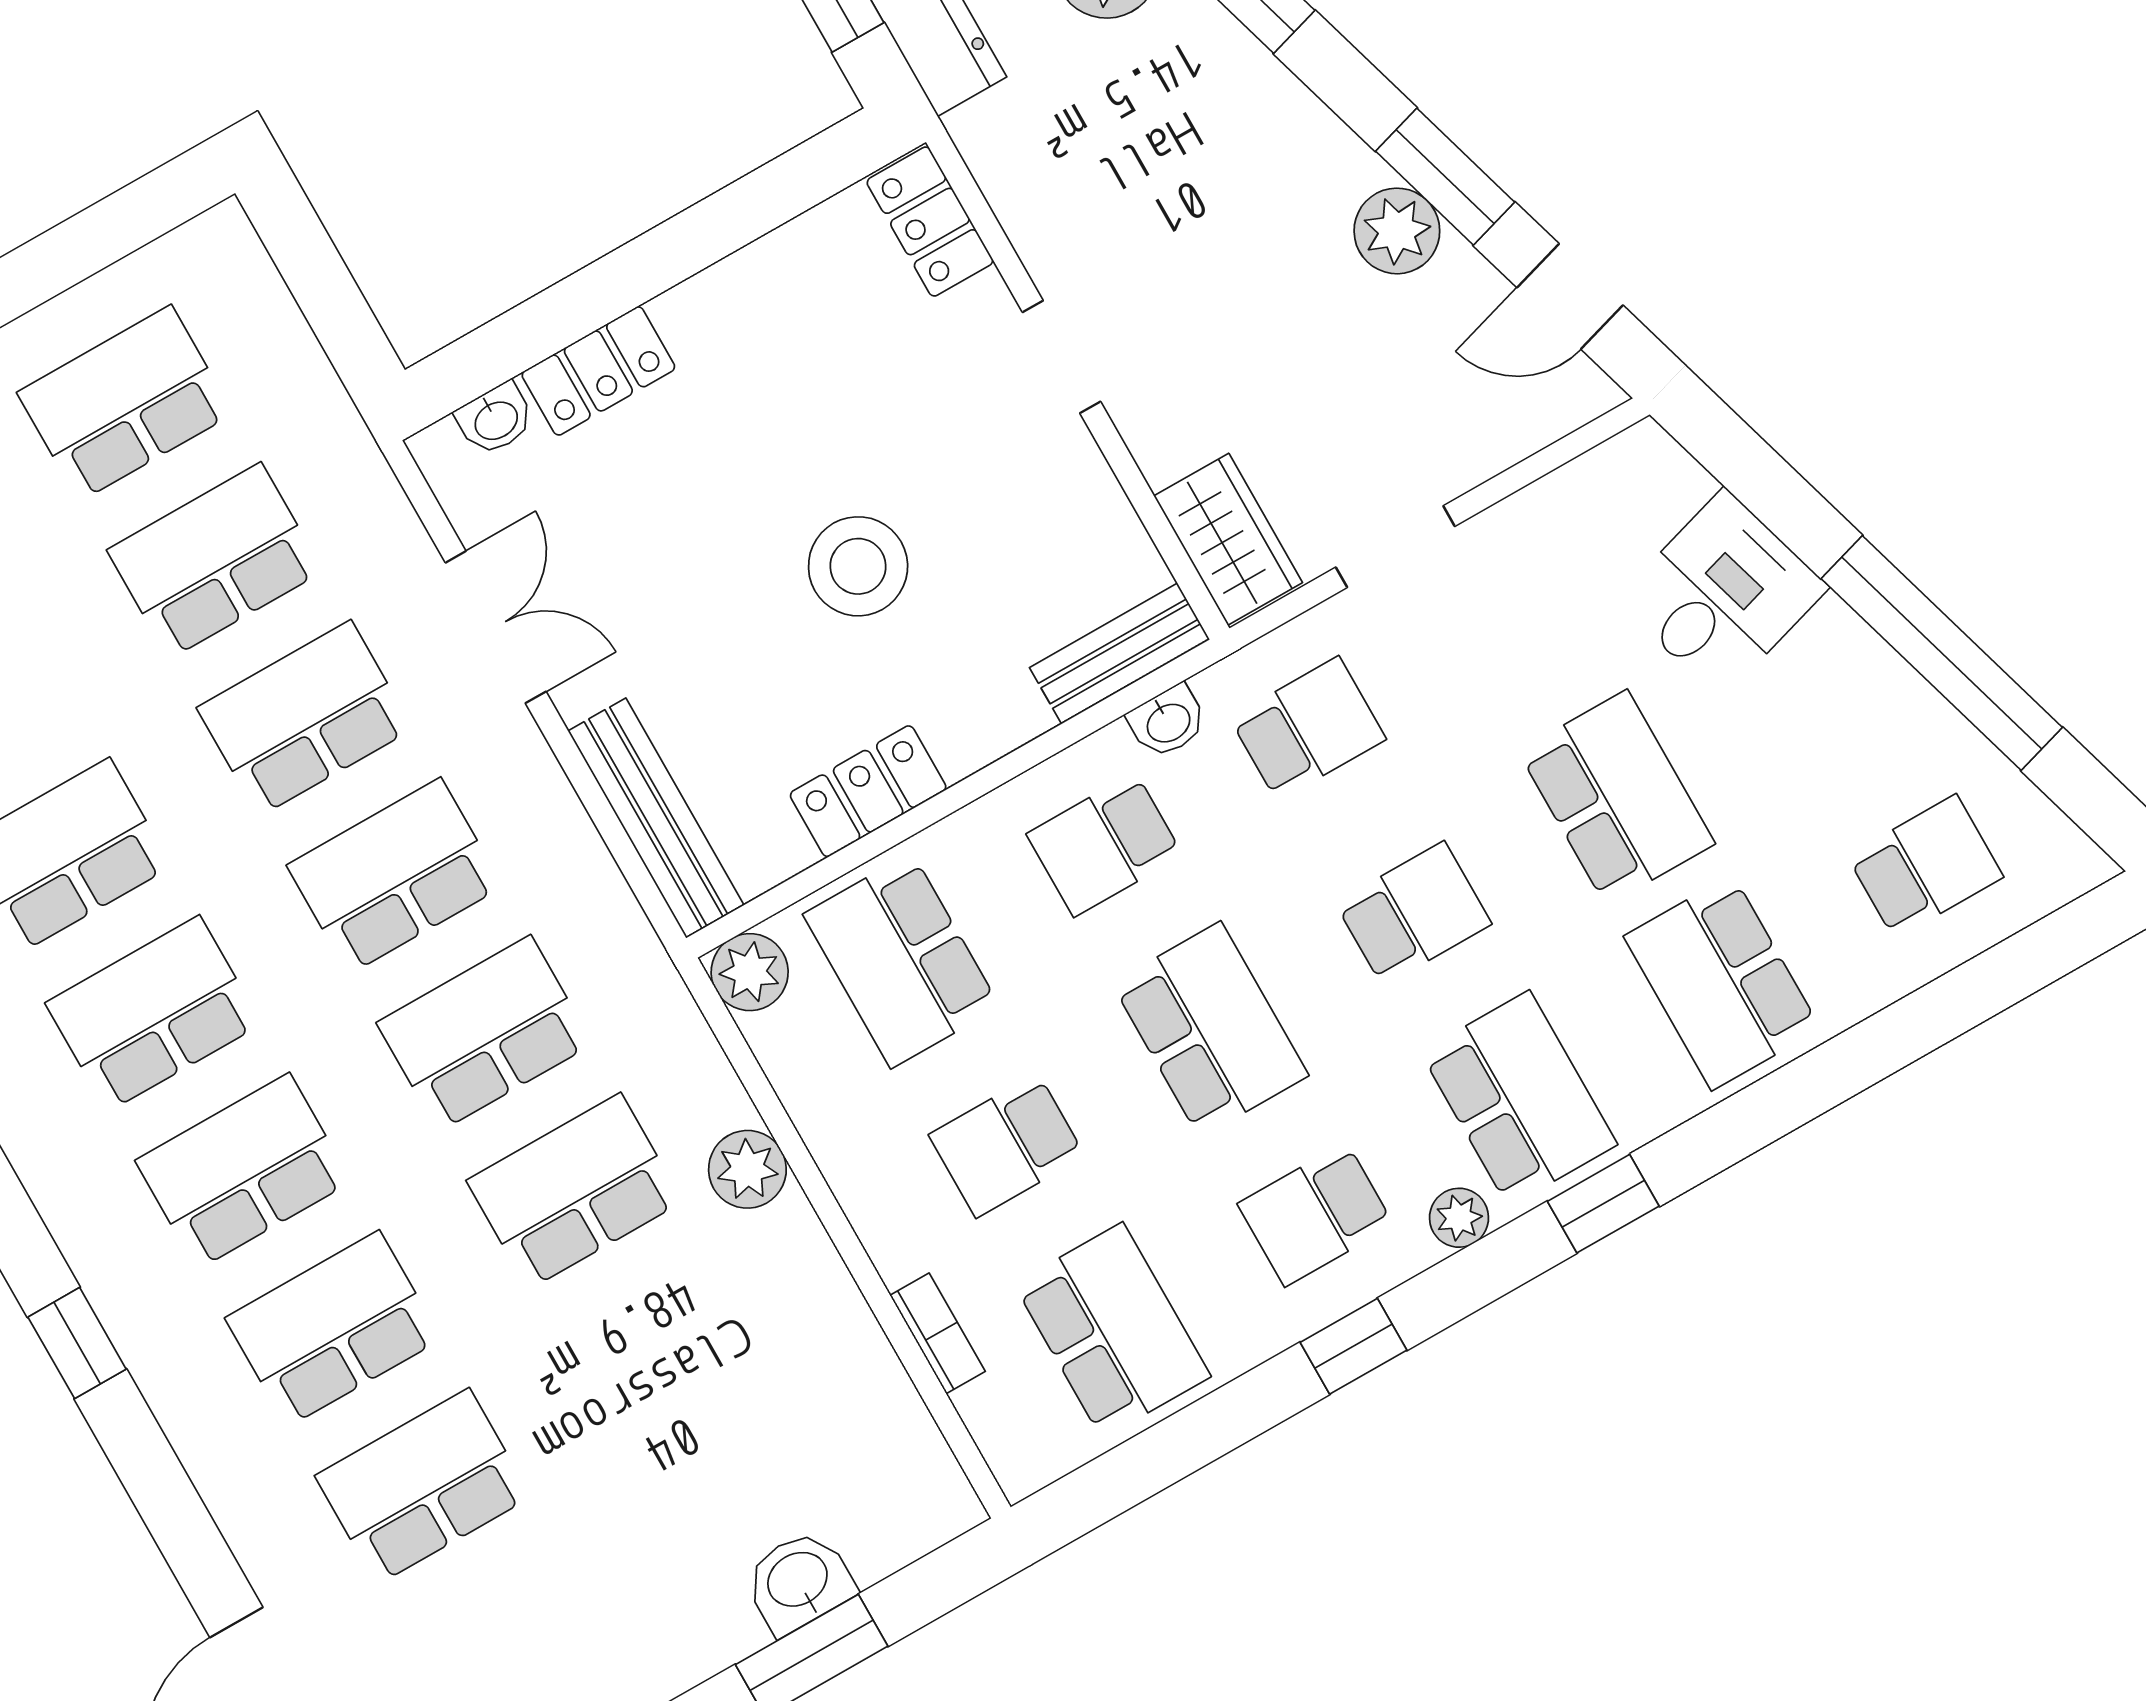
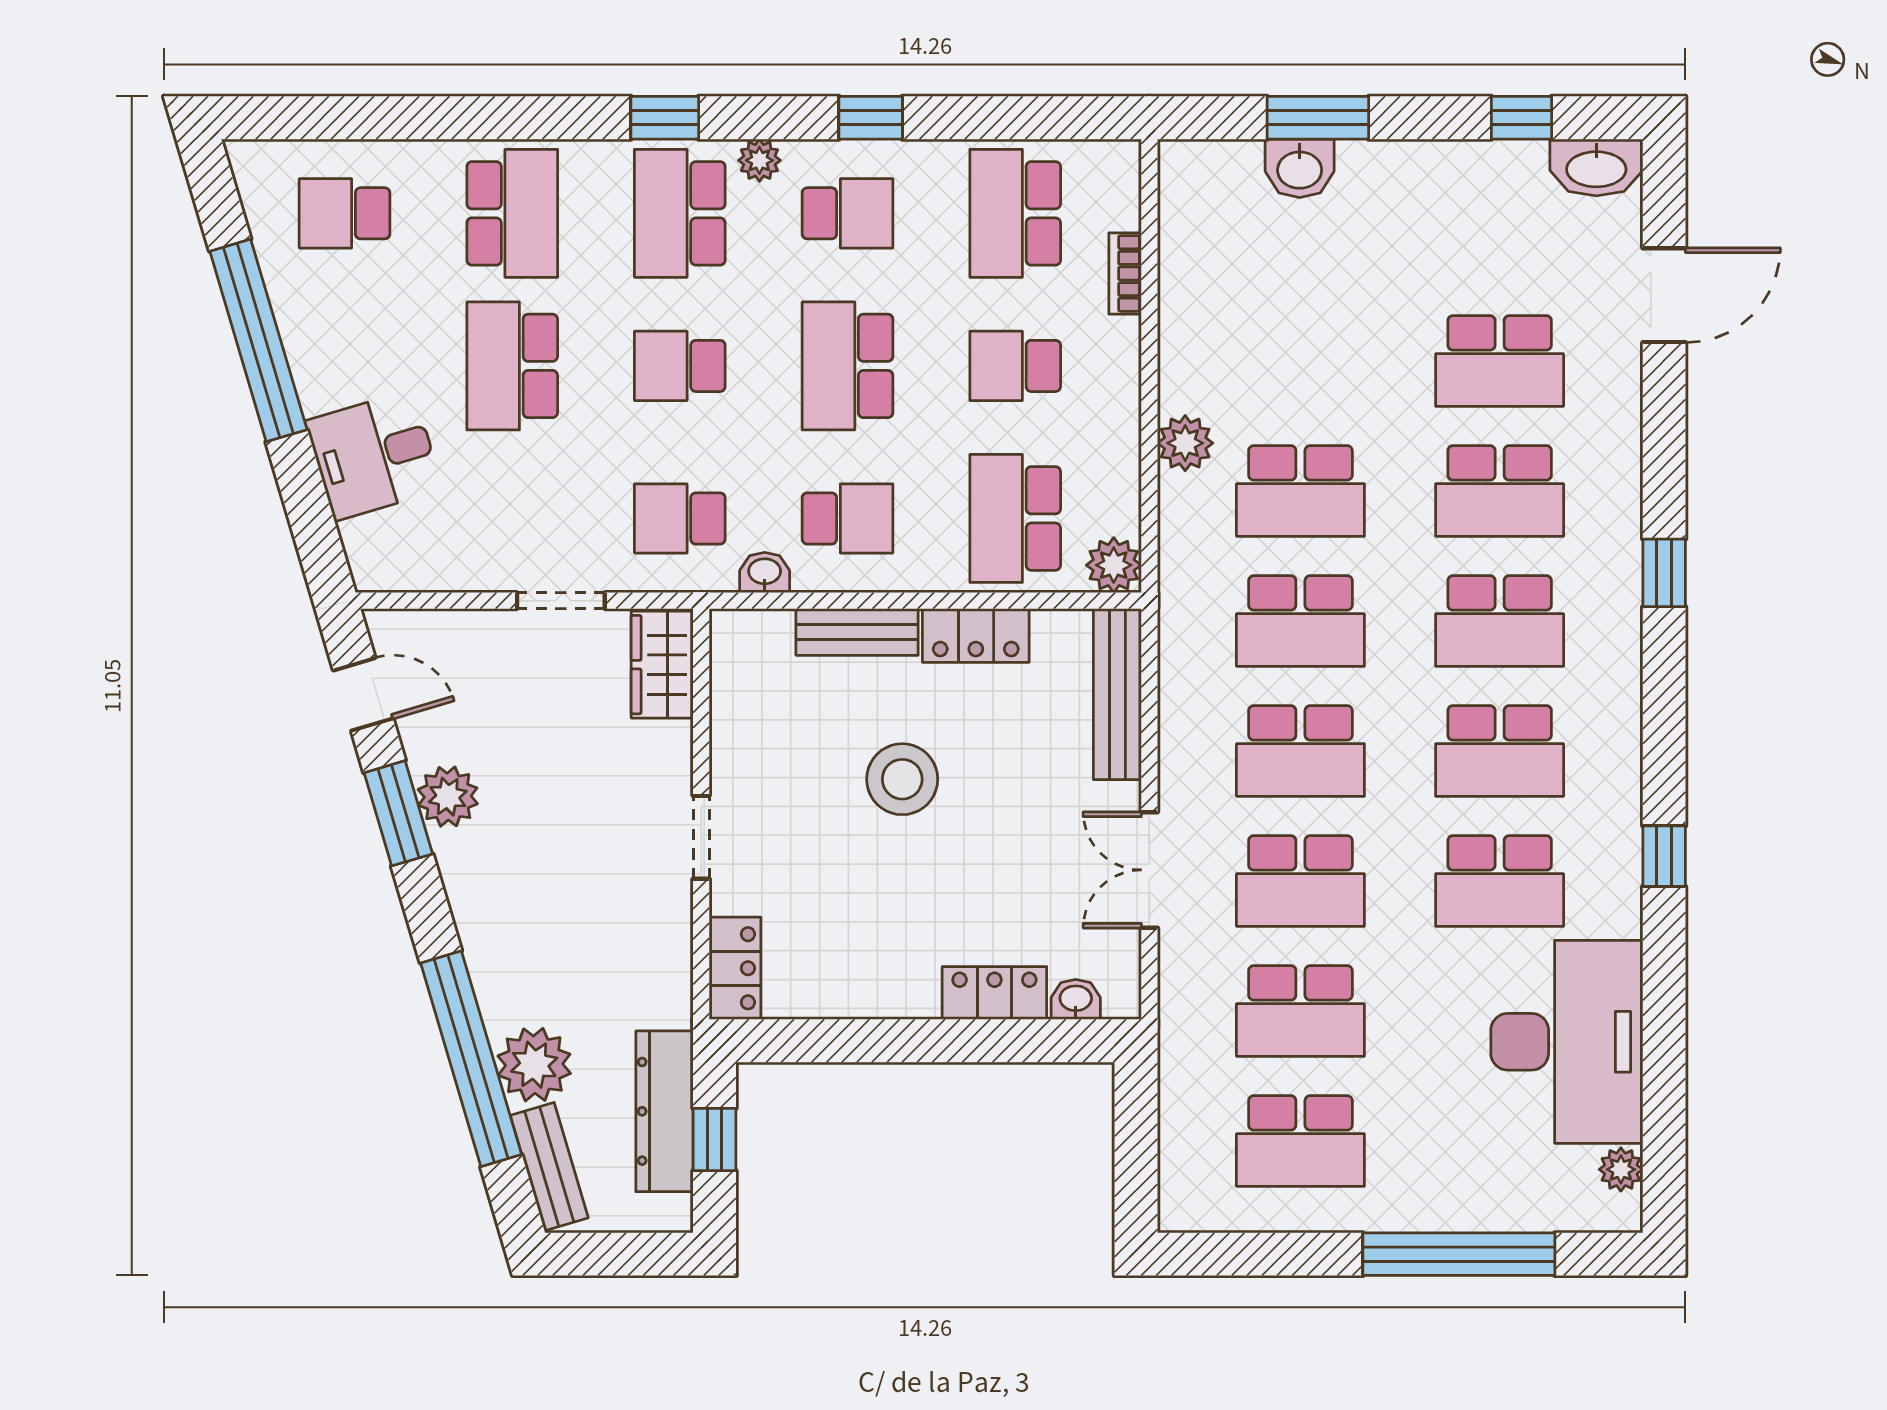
bench: (1120, 654) -> (857, 632), moved
school desk: (901, 960) -> (1015, 518), turned 180
school desk: (1007, 1145) -> (1015, 366), turned 180

